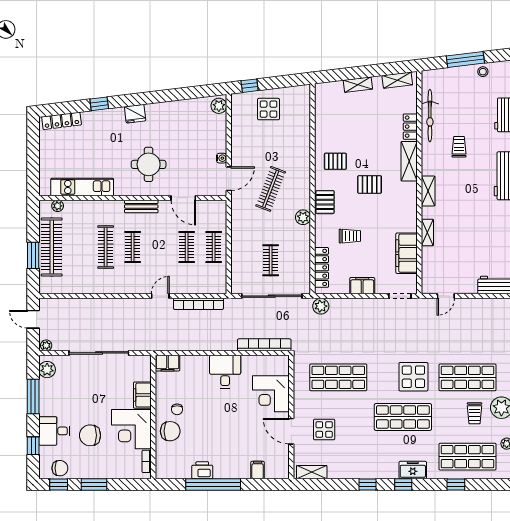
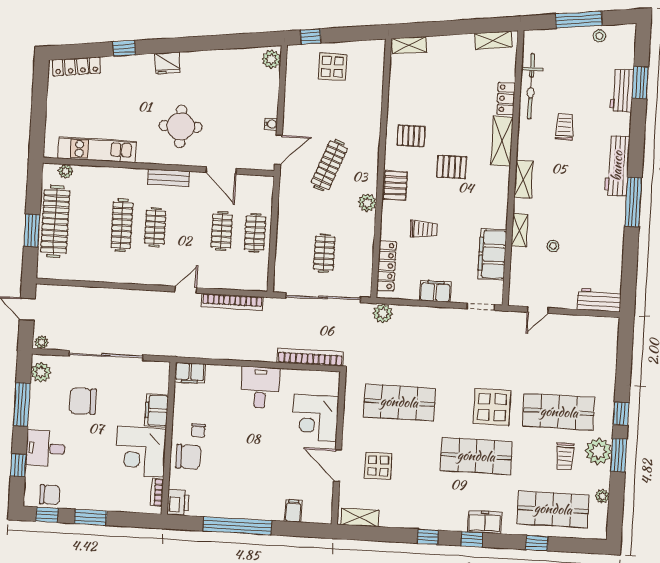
shelving: (358, 85) -> (409, 45), moved
stool: (455, 244) -> (553, 246), added
chair: (90, 435) -> (83, 401), moved
printer: (202, 470) -> (178, 502), moved, turned 90

